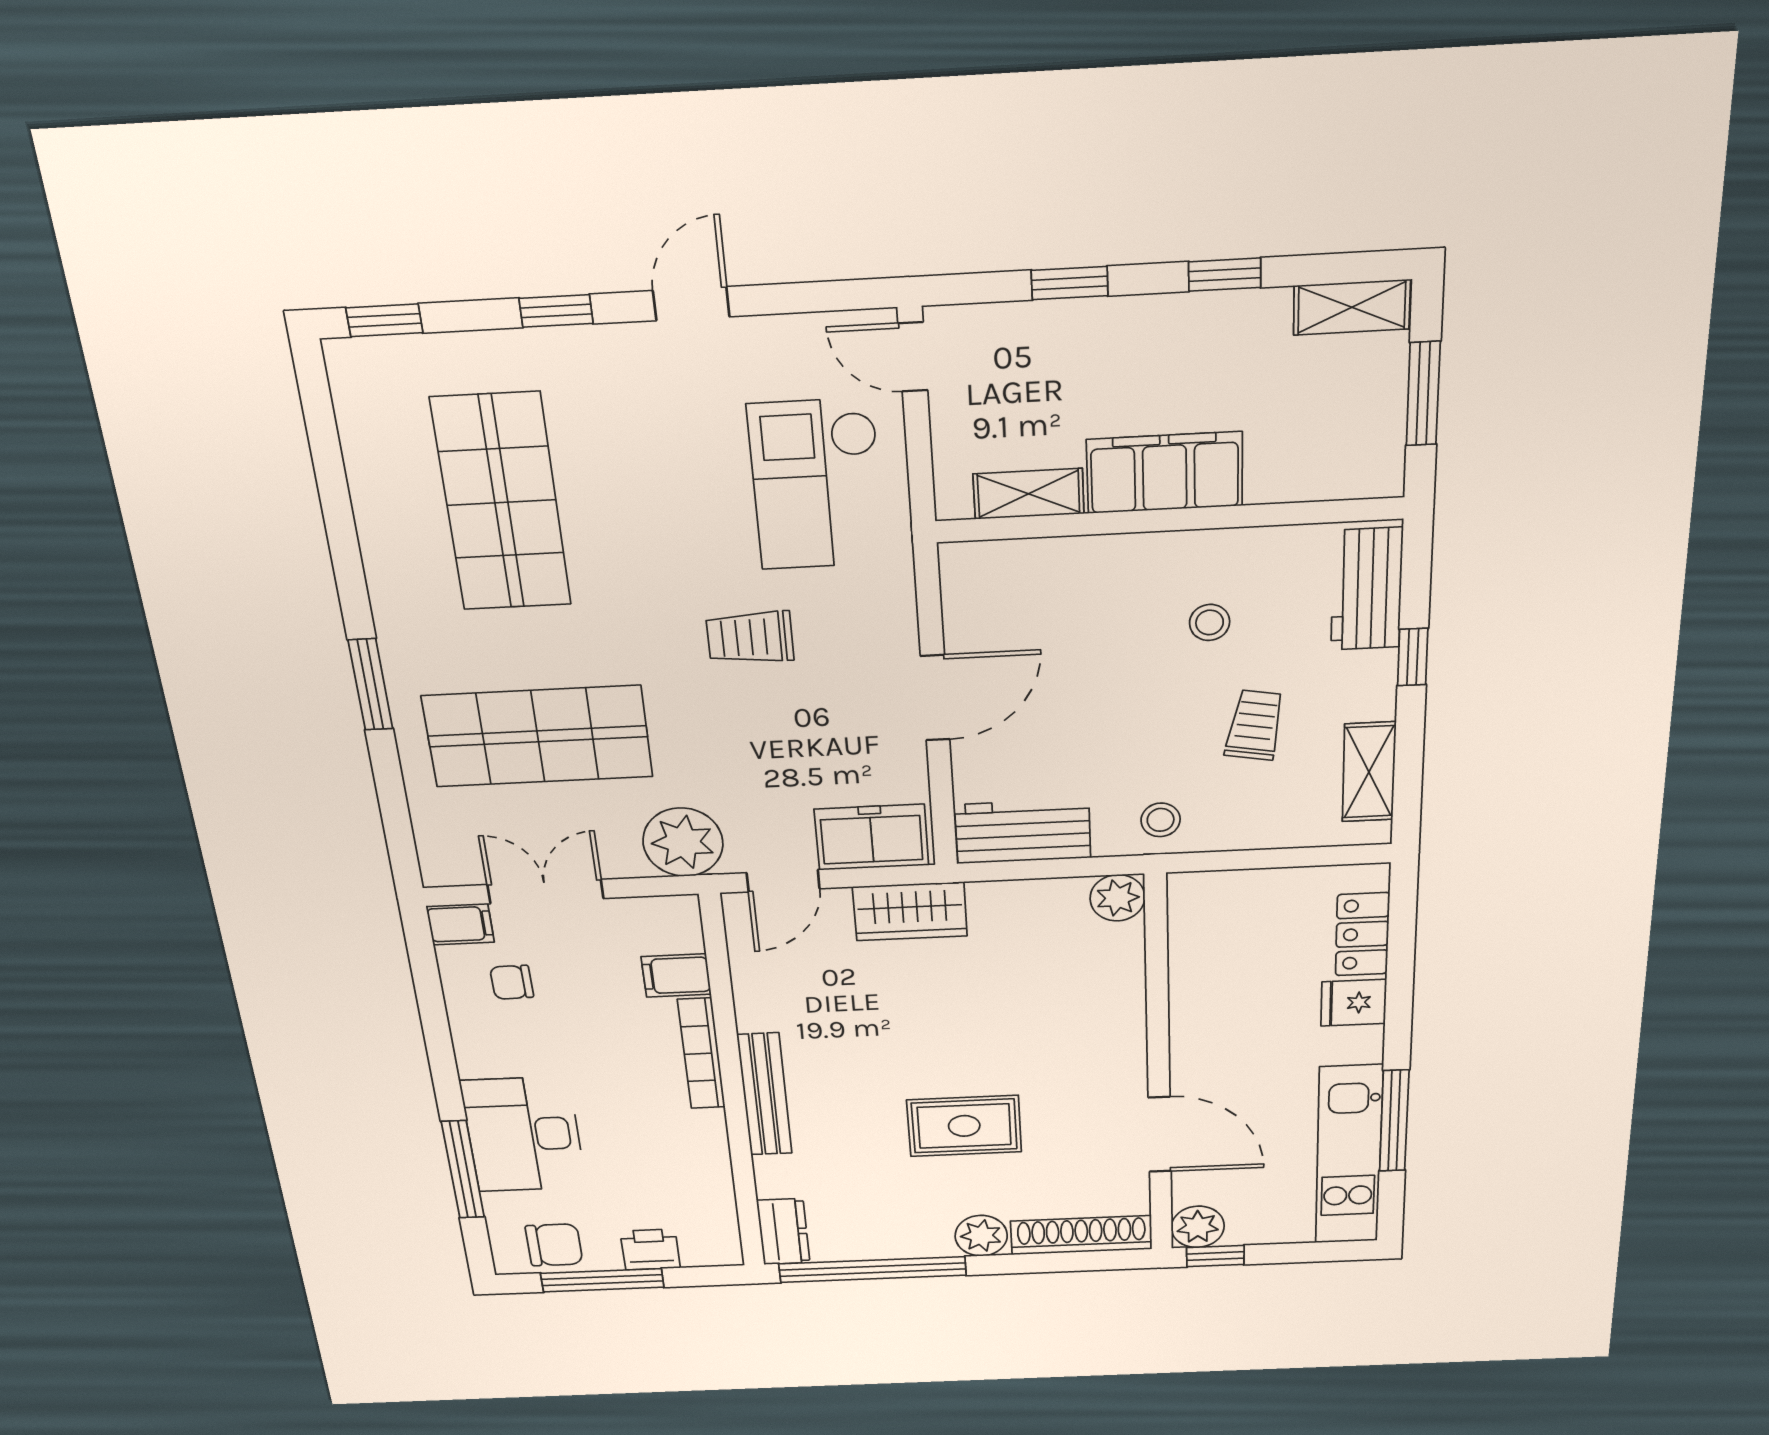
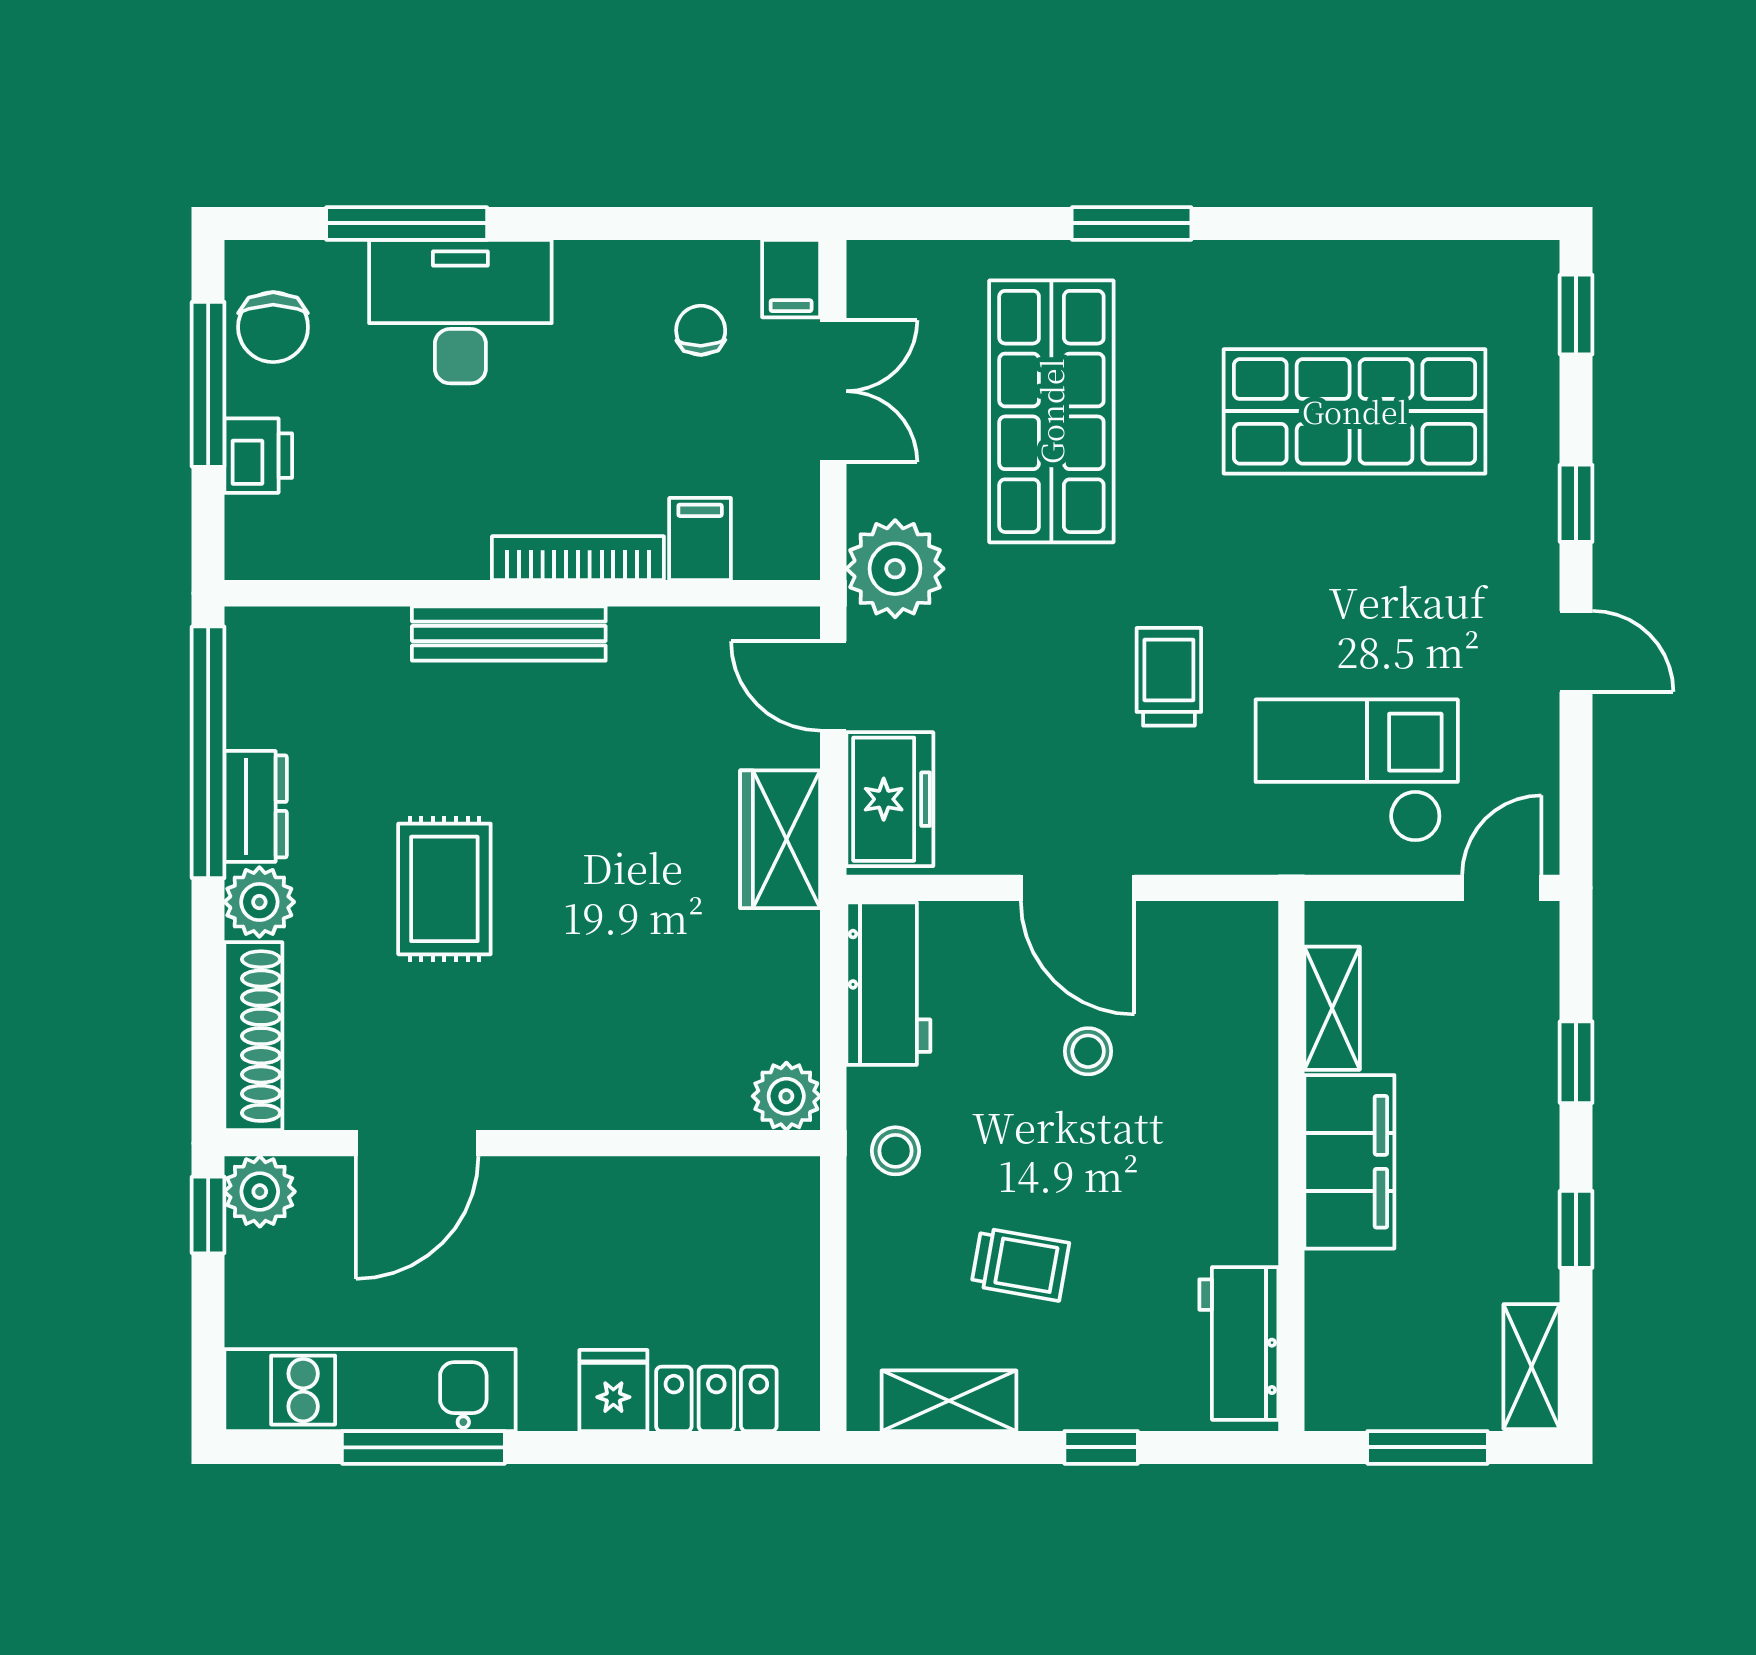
workbench: (1367, 589) -> (1239, 1343), moved, turned -90
stool: (1210, 622) -> (1088, 1051), moved
dresser: (783, 1232) -> (256, 806), moved, turned -90

